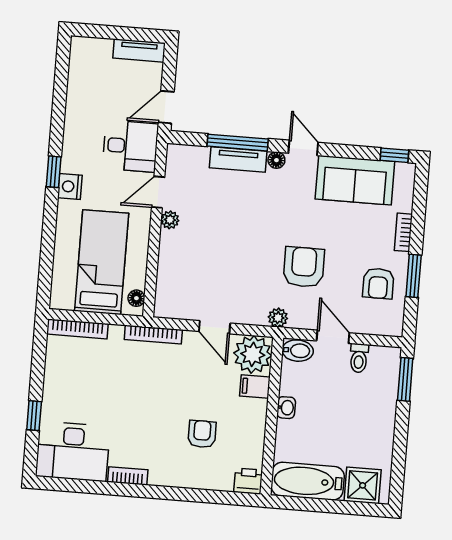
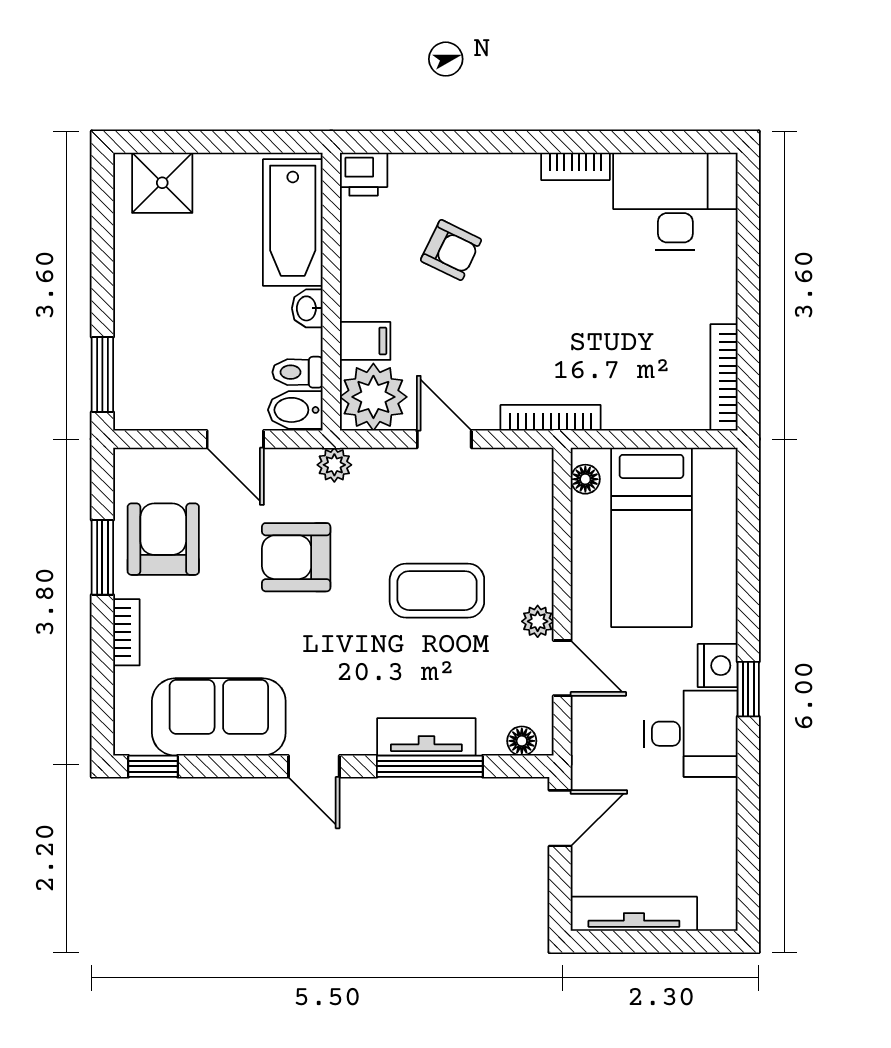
tv unit: (139, 51) -> (634, 914), width x1.41
desk: (130, 146) -> (691, 734), moved, turned 180
floor lamp: (276, 160) -> (522, 741), moved
door: (158, 192) -> (562, 668), hinge flipped
coffee table: (226, 242) -> (437, 591), added
armchair: (304, 267) -> (296, 557), turned 90
armchair: (378, 283) -> (163, 539), width x1.38, depth x1.38
bookcase: (77, 329) -> (724, 377), moved, turned -90
toilet: (359, 358) -> (298, 372), moved, turned -90
window: (34, 416) -> (748, 259), removed
armchair: (202, 434) -> (451, 250), turned -64
bathtub: (308, 481) -> (293, 223), moved, turned 90

